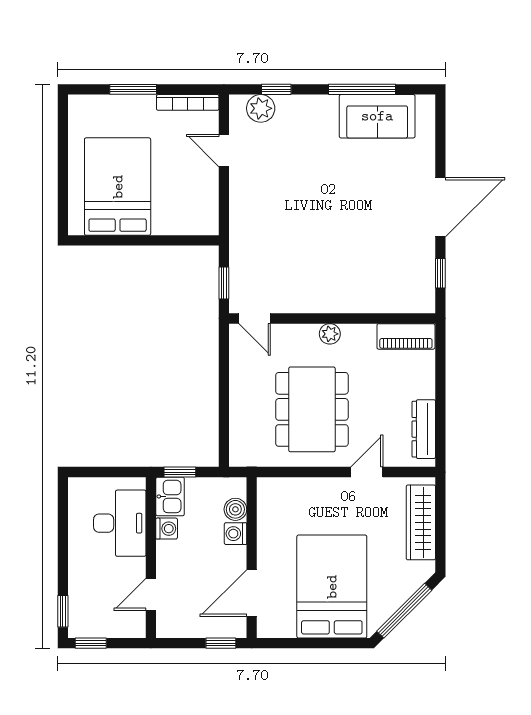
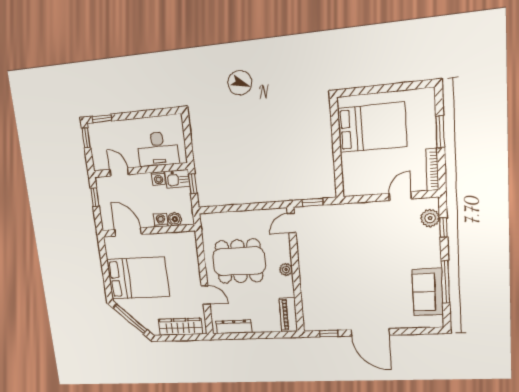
window: (221, 643) -> (95, 197), moved

